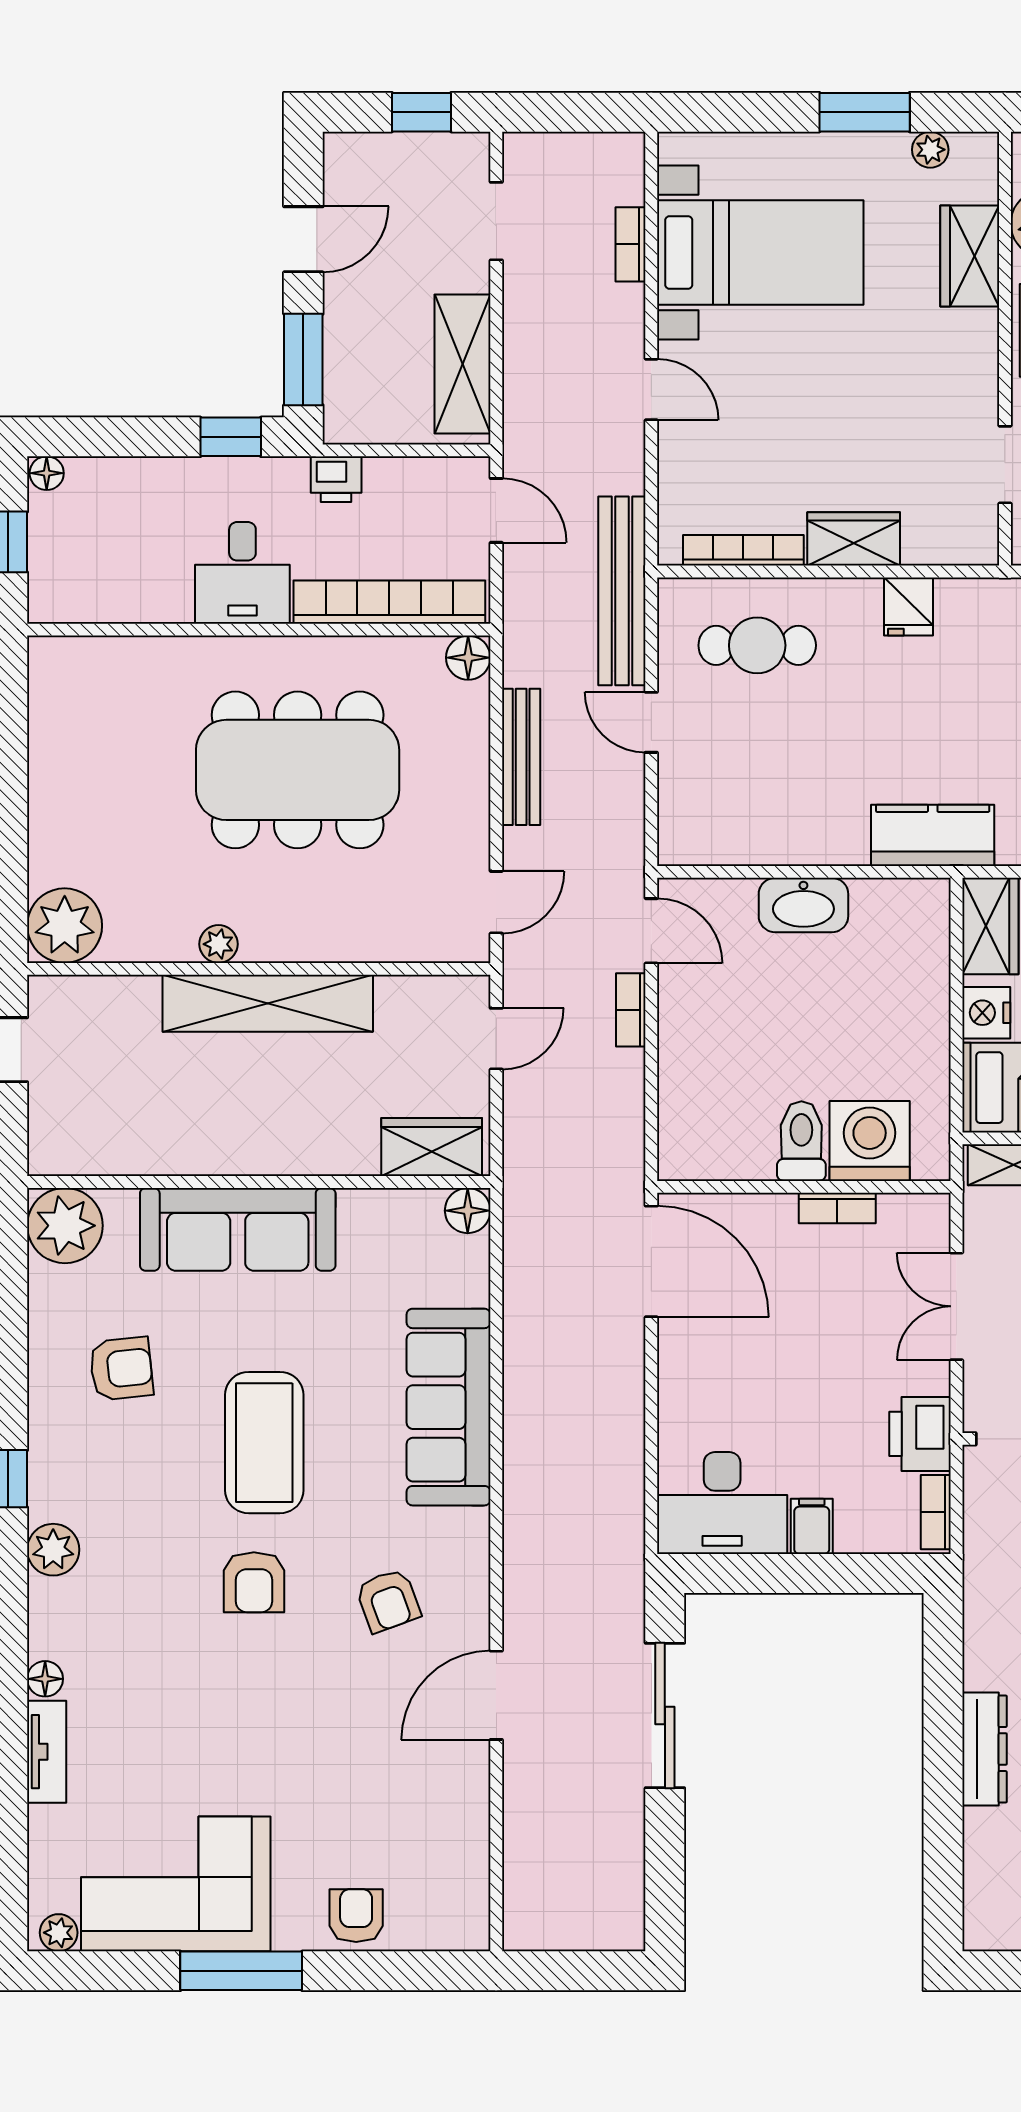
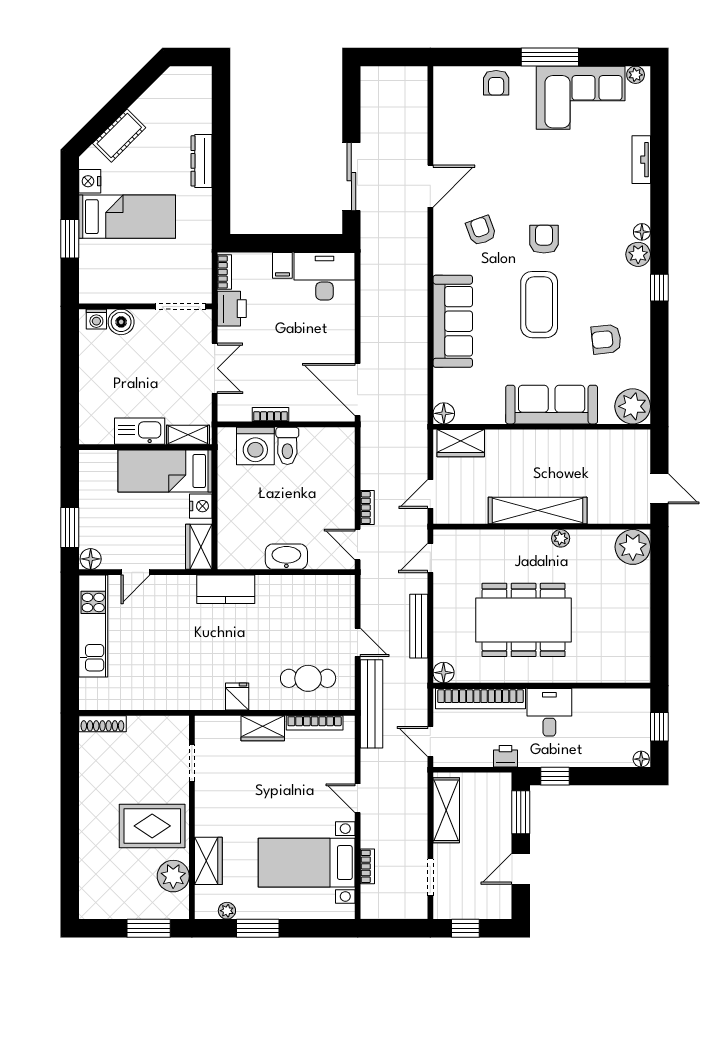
floor lamp: (45, 1679) -> (642, 232), moved

